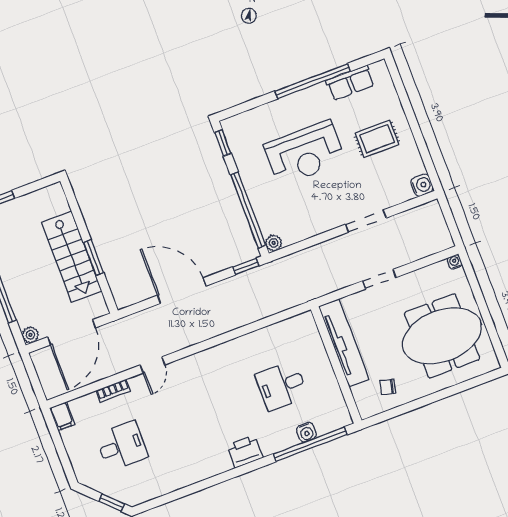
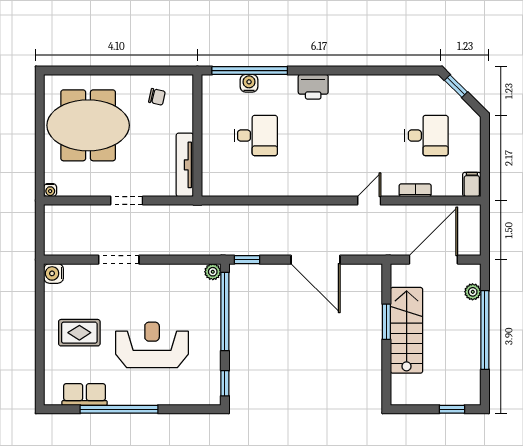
plant: (30, 335) -> (473, 292), moved
tv unit: (344, 343) -> (185, 165), width x0.73, depth x0.78
desk: (122, 446) -> (426, 136), turned 180

